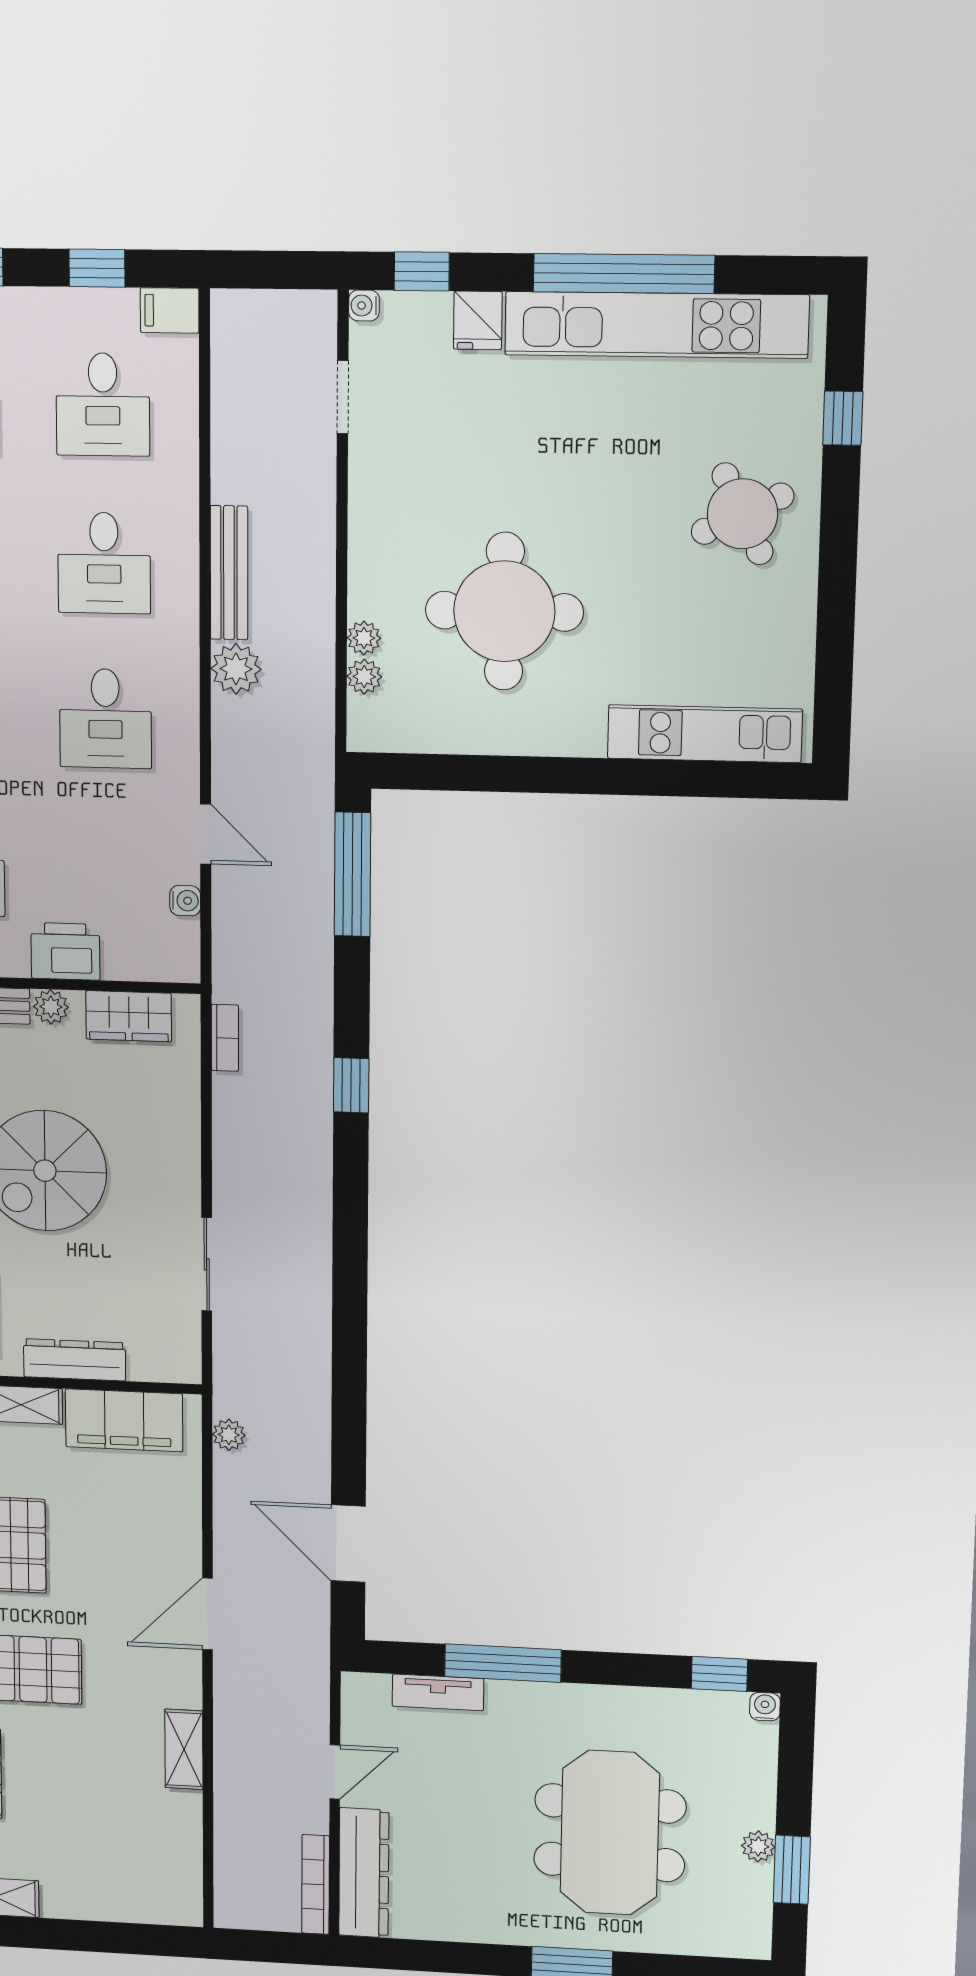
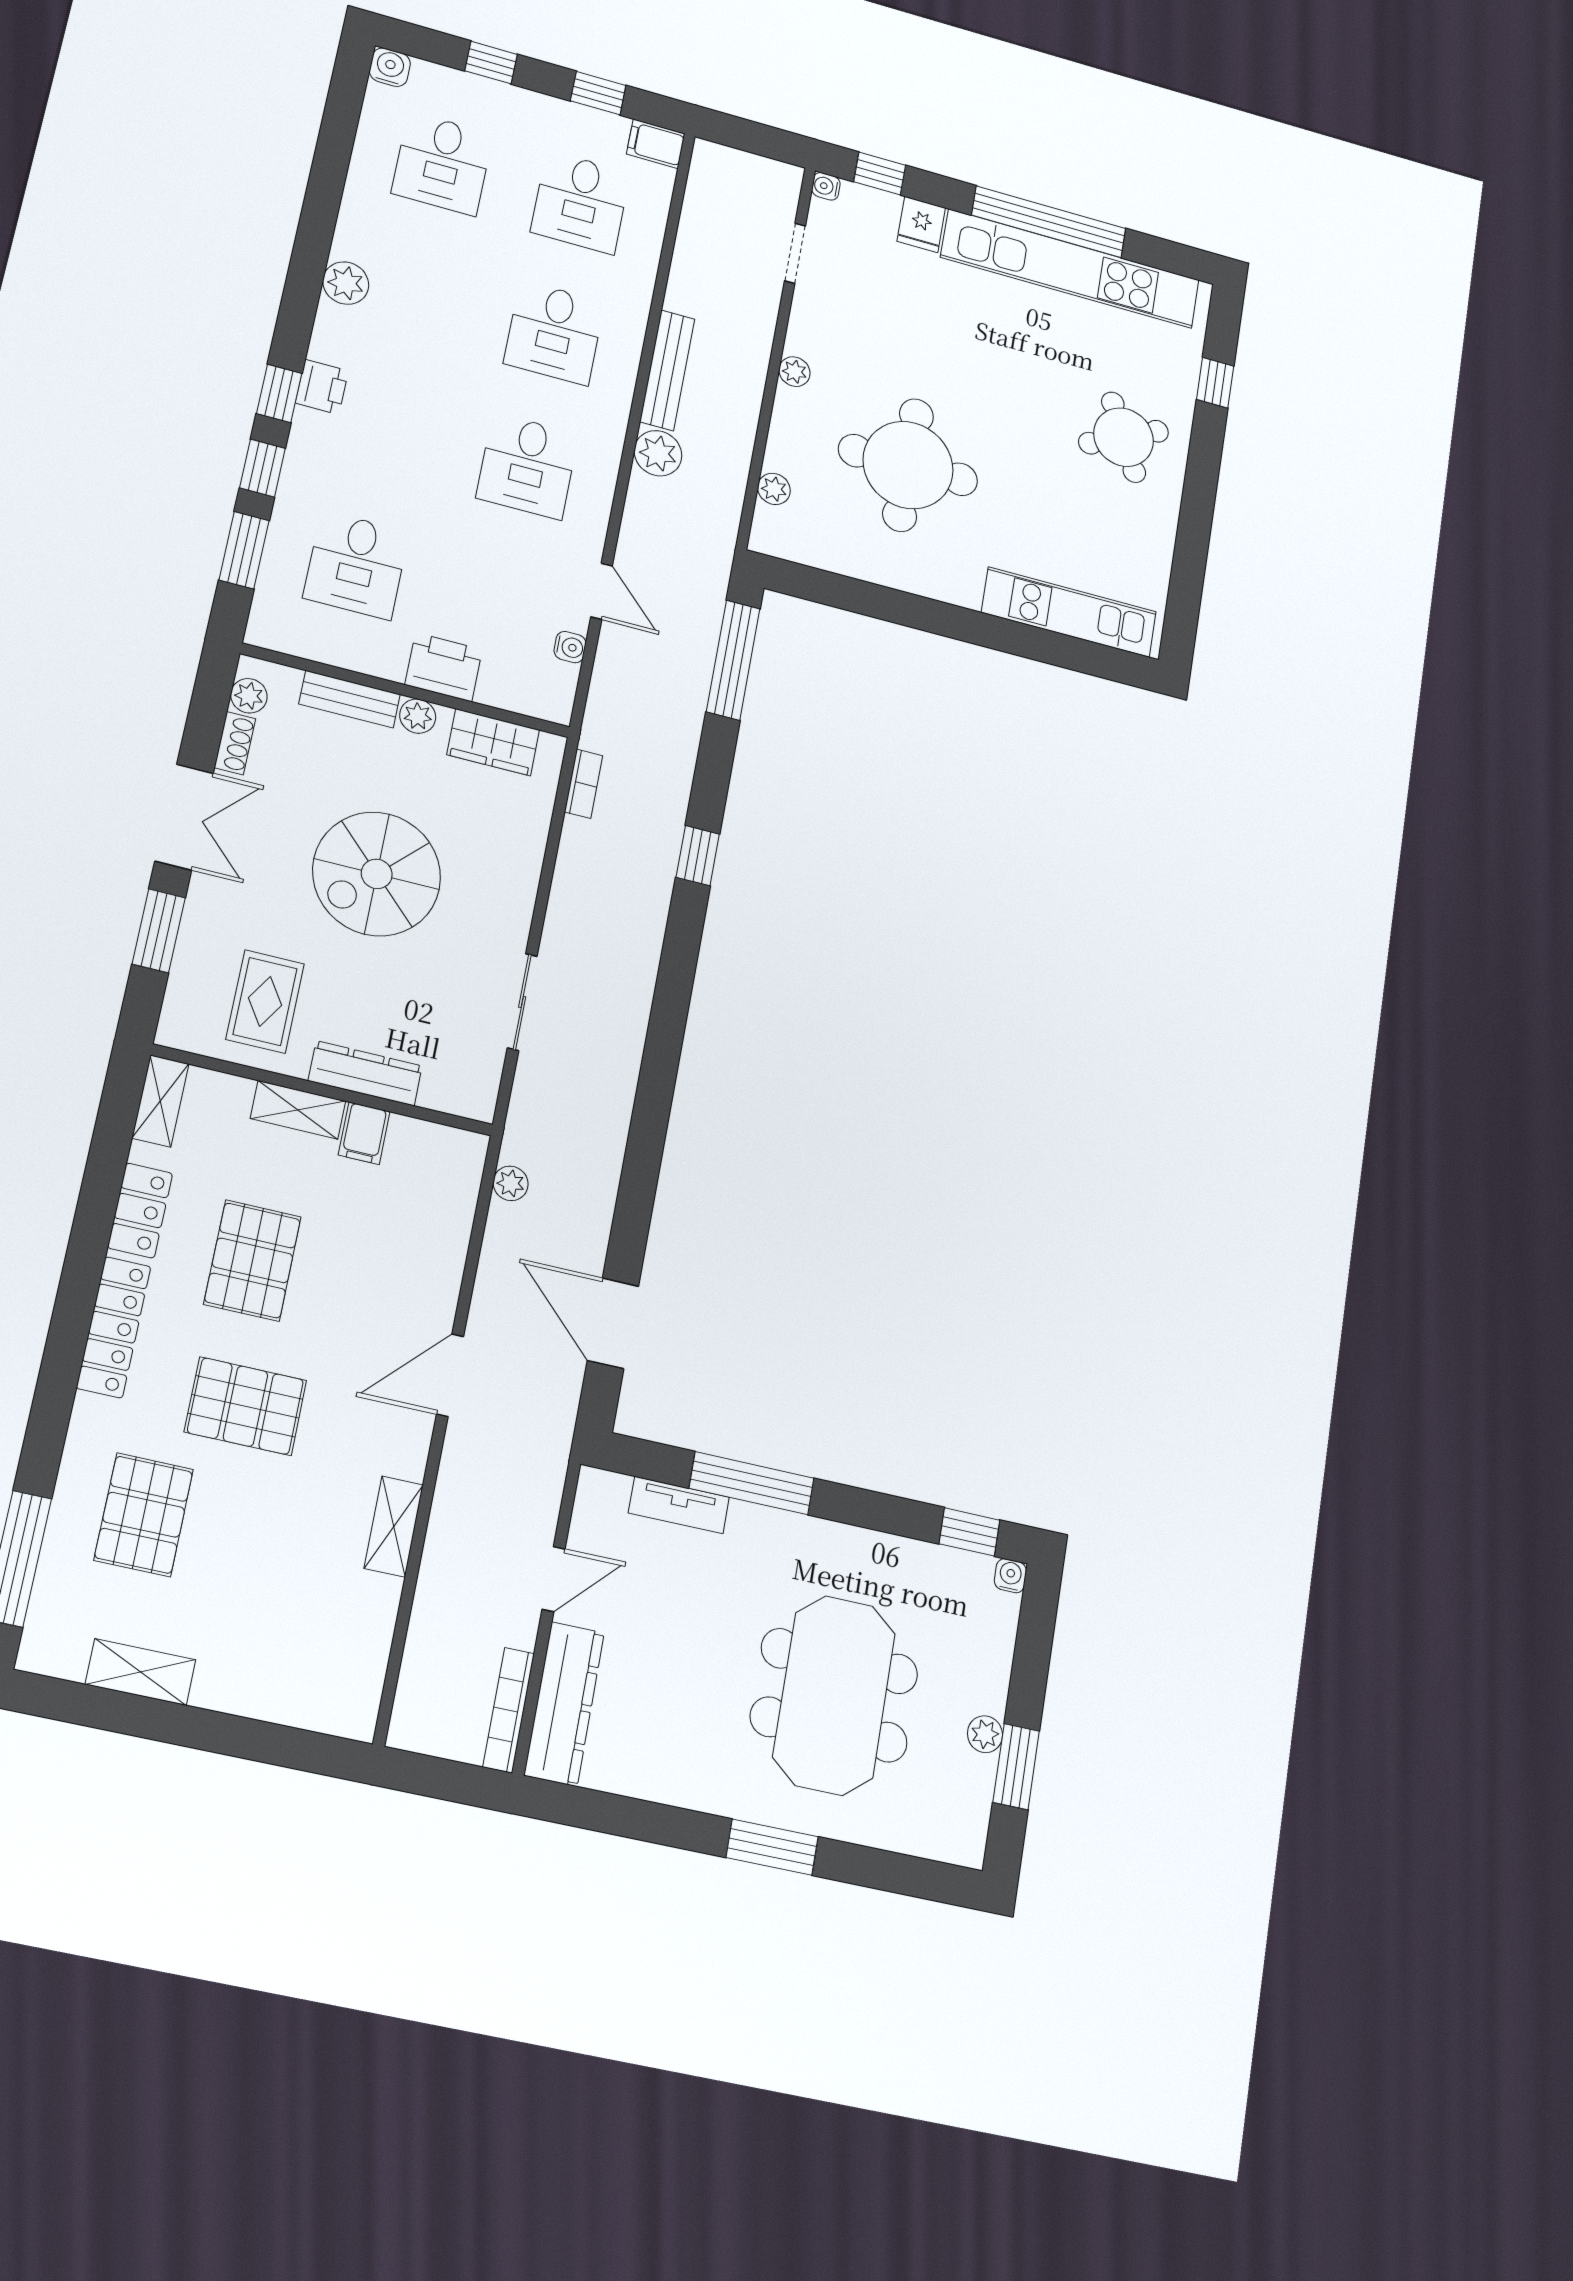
plant: (364, 638) -> (795, 372), moved
filing cabinet: (124, 1420) -> (364, 1133), width x0.33, depth x0.86

